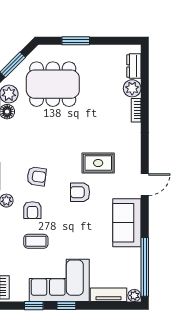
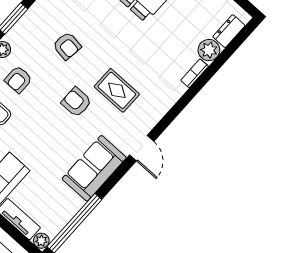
armchair: (37, 176) -> (67, 46), moved
door: (145, 185) -> (142, 148), hinge flipped

